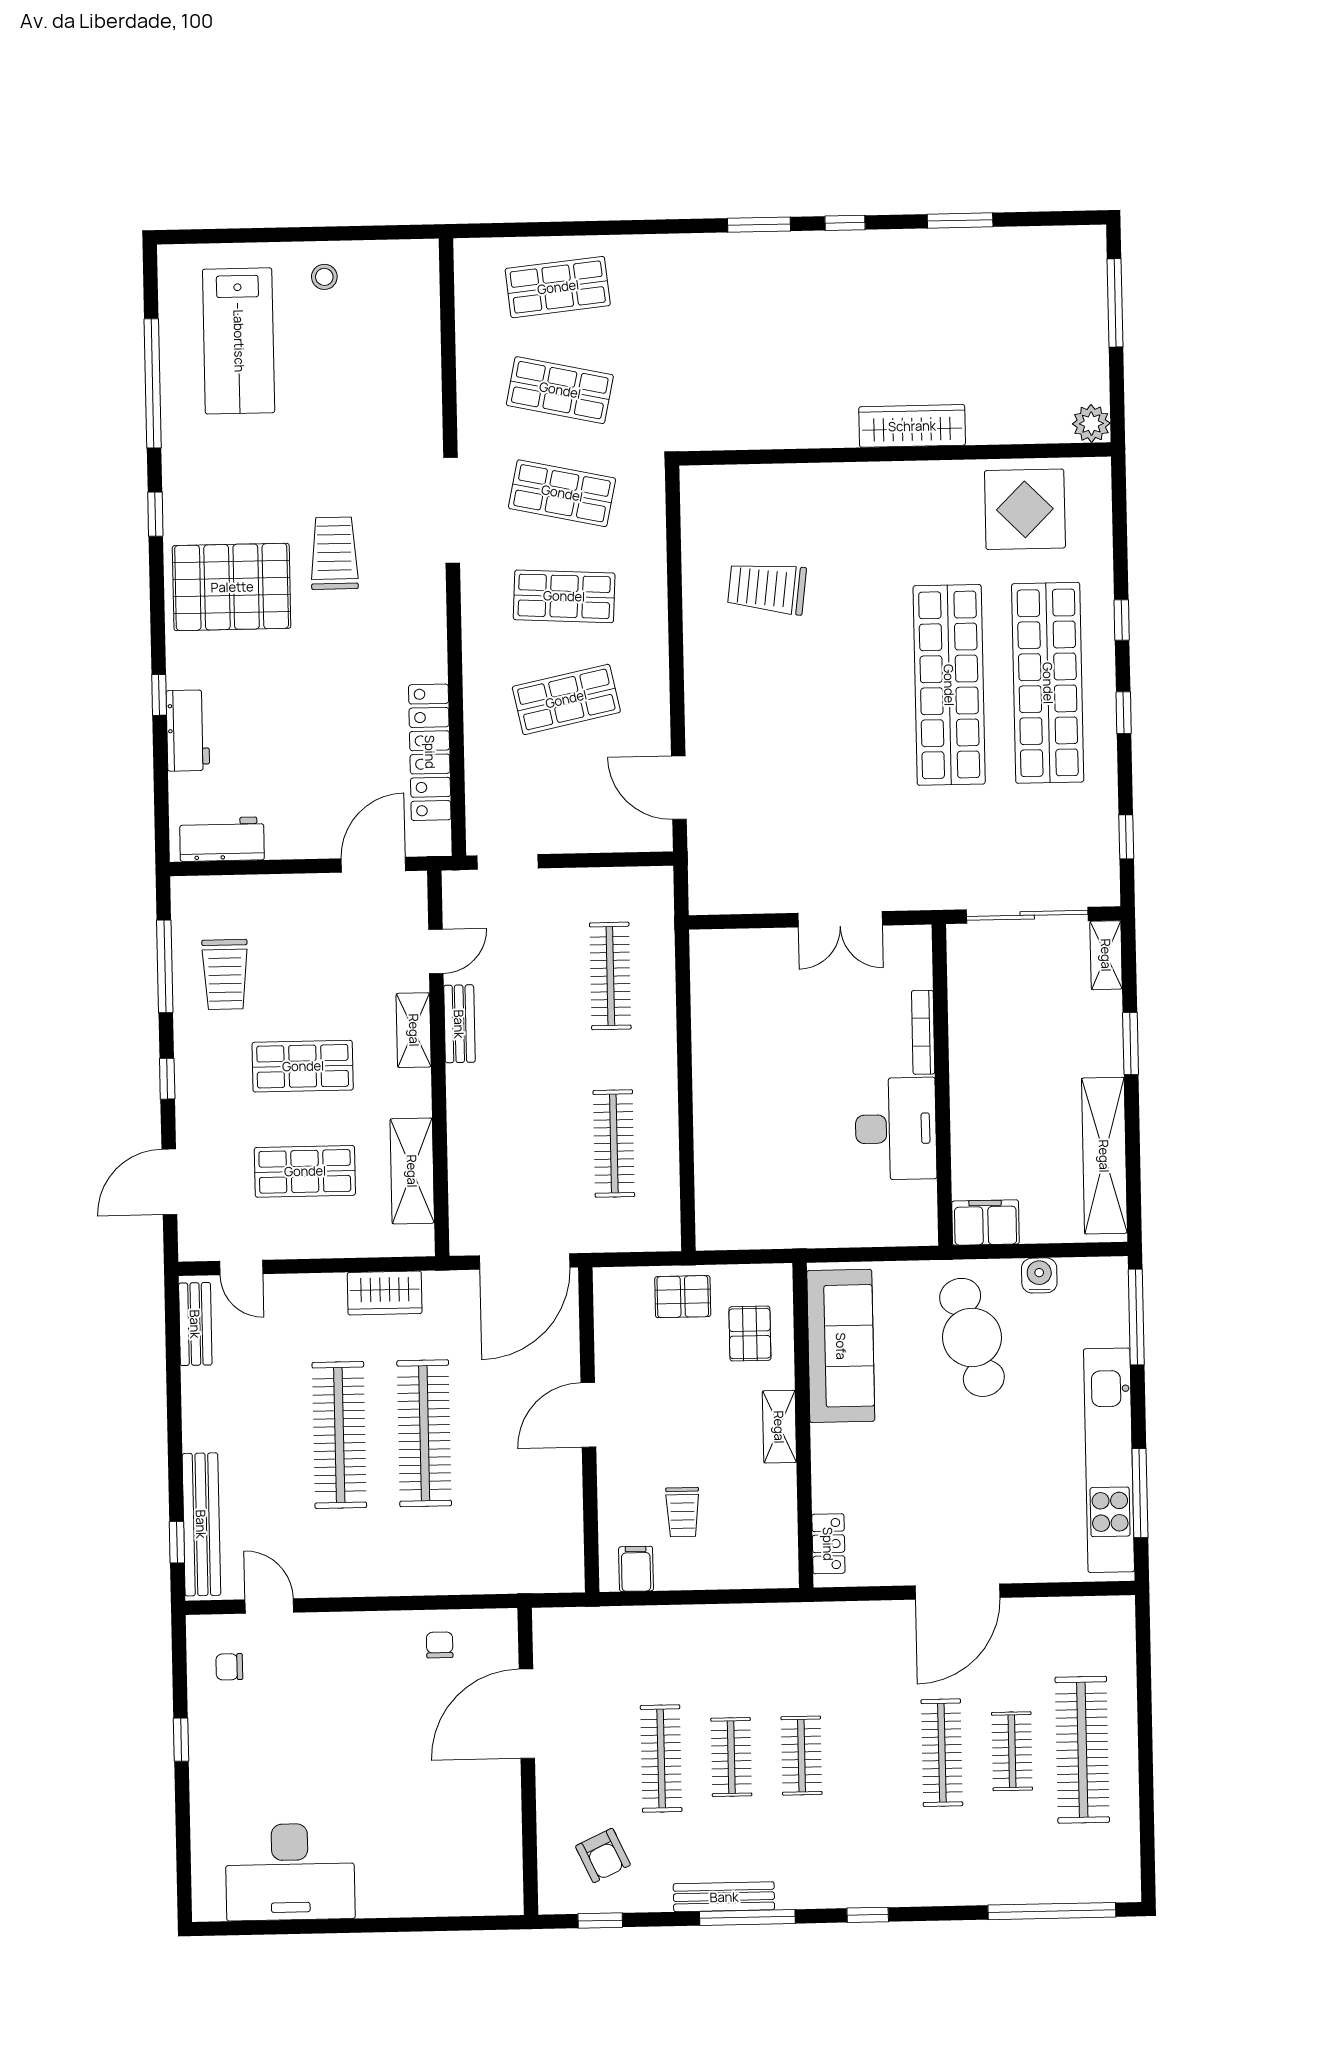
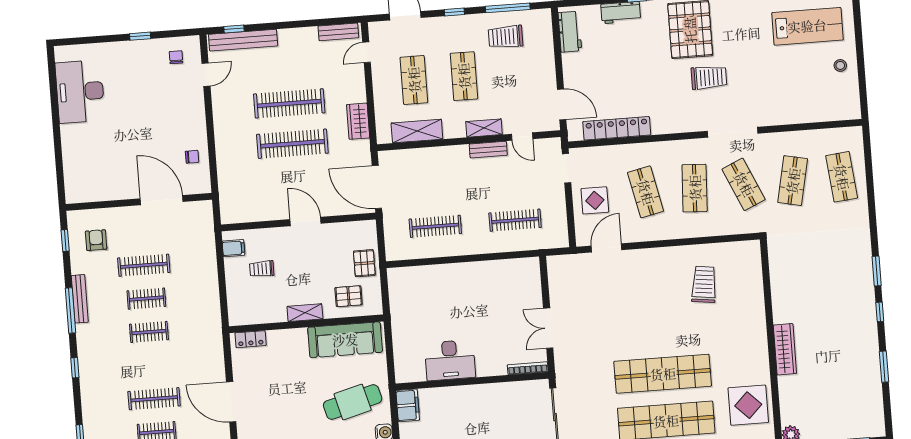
lab bench: (239, 341) -> (807, 26), turned 180
shop shelf: (562, 493) -> (744, 184), turned -36
display table: (578, 807) -> (595, 200), added
bookcase: (923, 1032) -> (528, 368), moved
armchair: (603, 1856) -> (96, 240), turned 115

